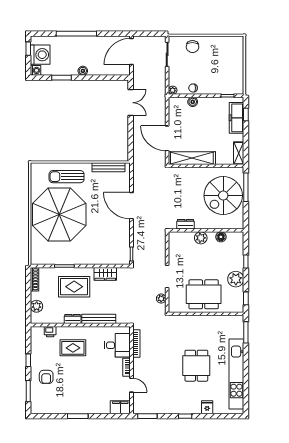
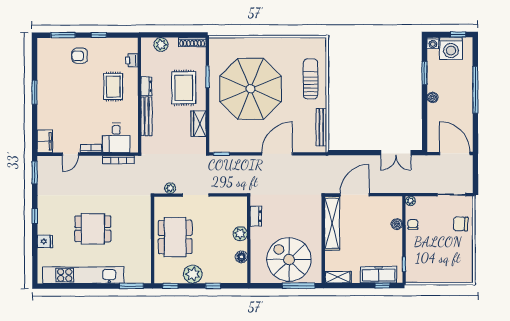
parasol: (59, 214) -> (251, 89), moved

